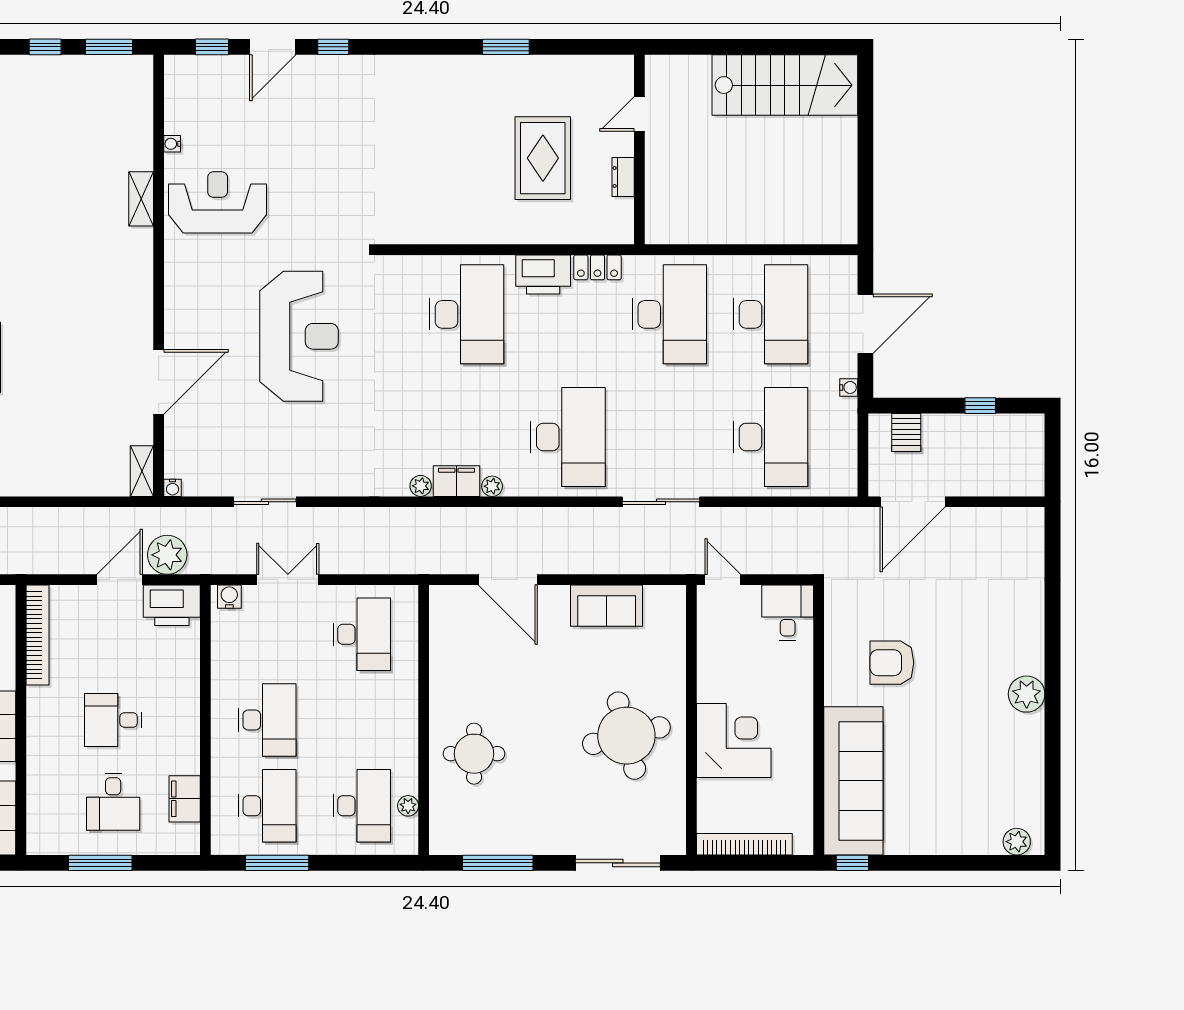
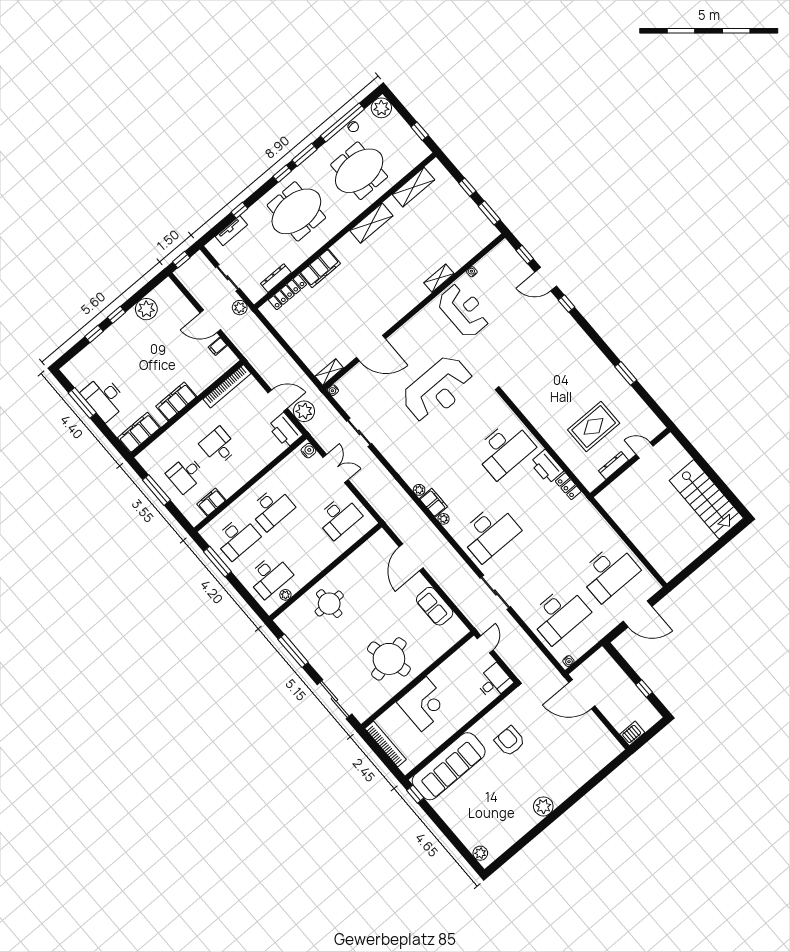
dresser: (623, 177) -> (614, 465), width x1.44
desk: (669, 314) -> (574, 531), removed
water cooler: (849, 387) -> (568, 661), moved
server rack: (906, 432) -> (632, 733), moved, turned 180

